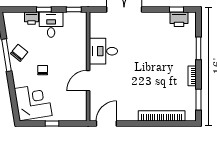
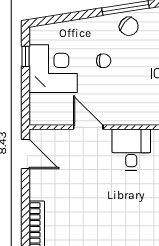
corner desk: (33, 102) -> (53, 69), moved, turned -81
window: (52, 124) -> (26, 56), moved

